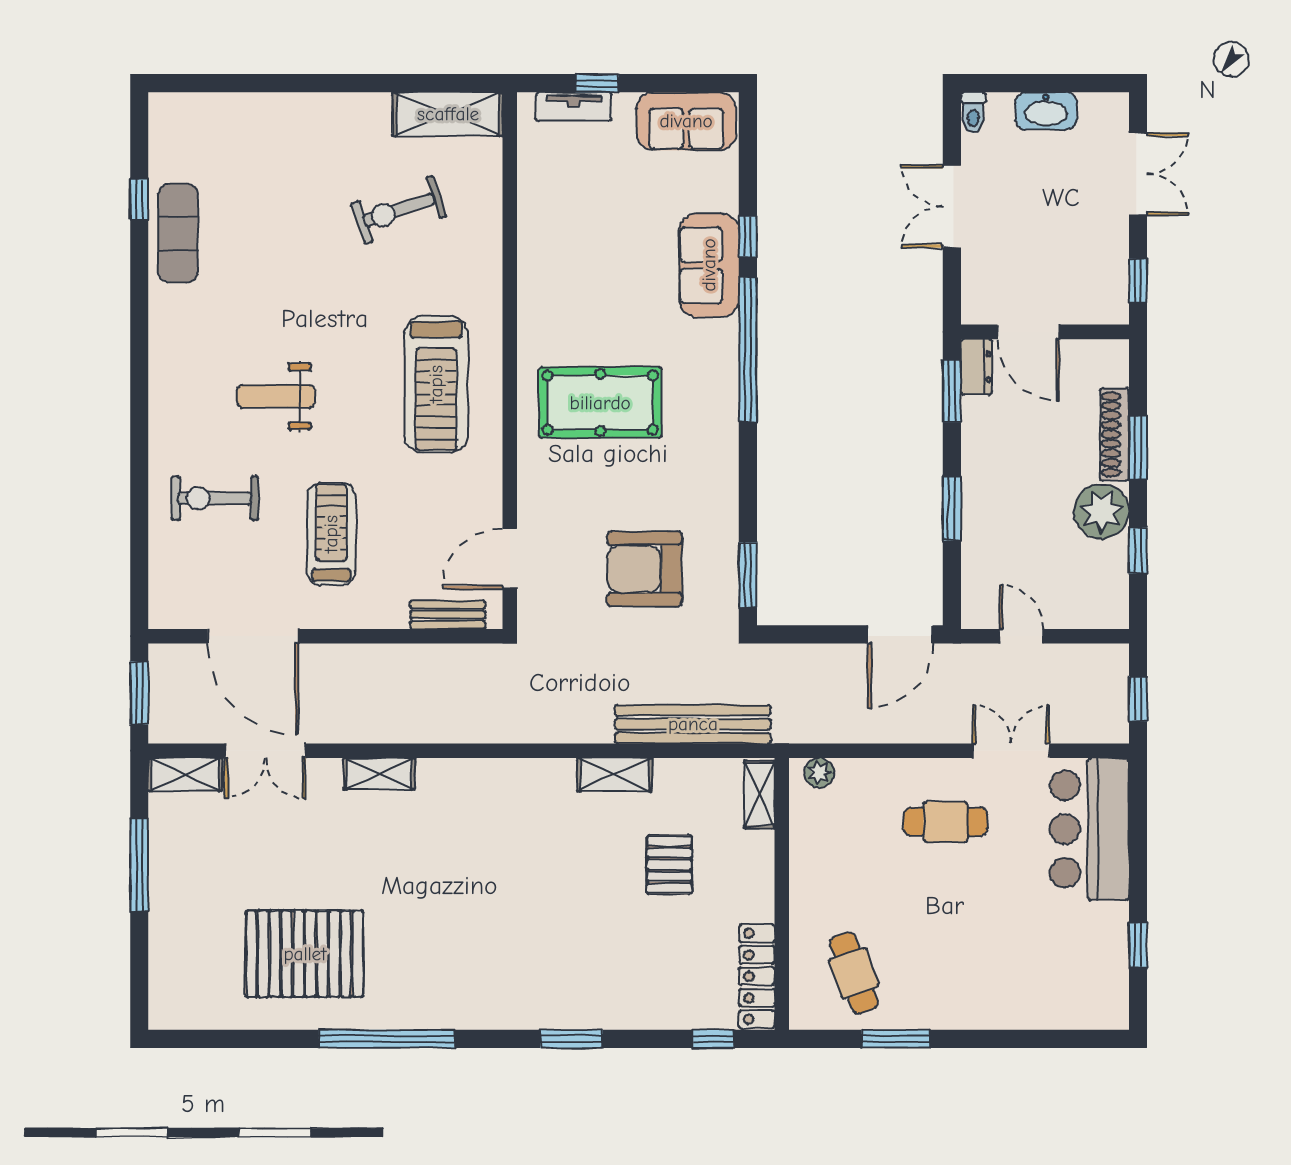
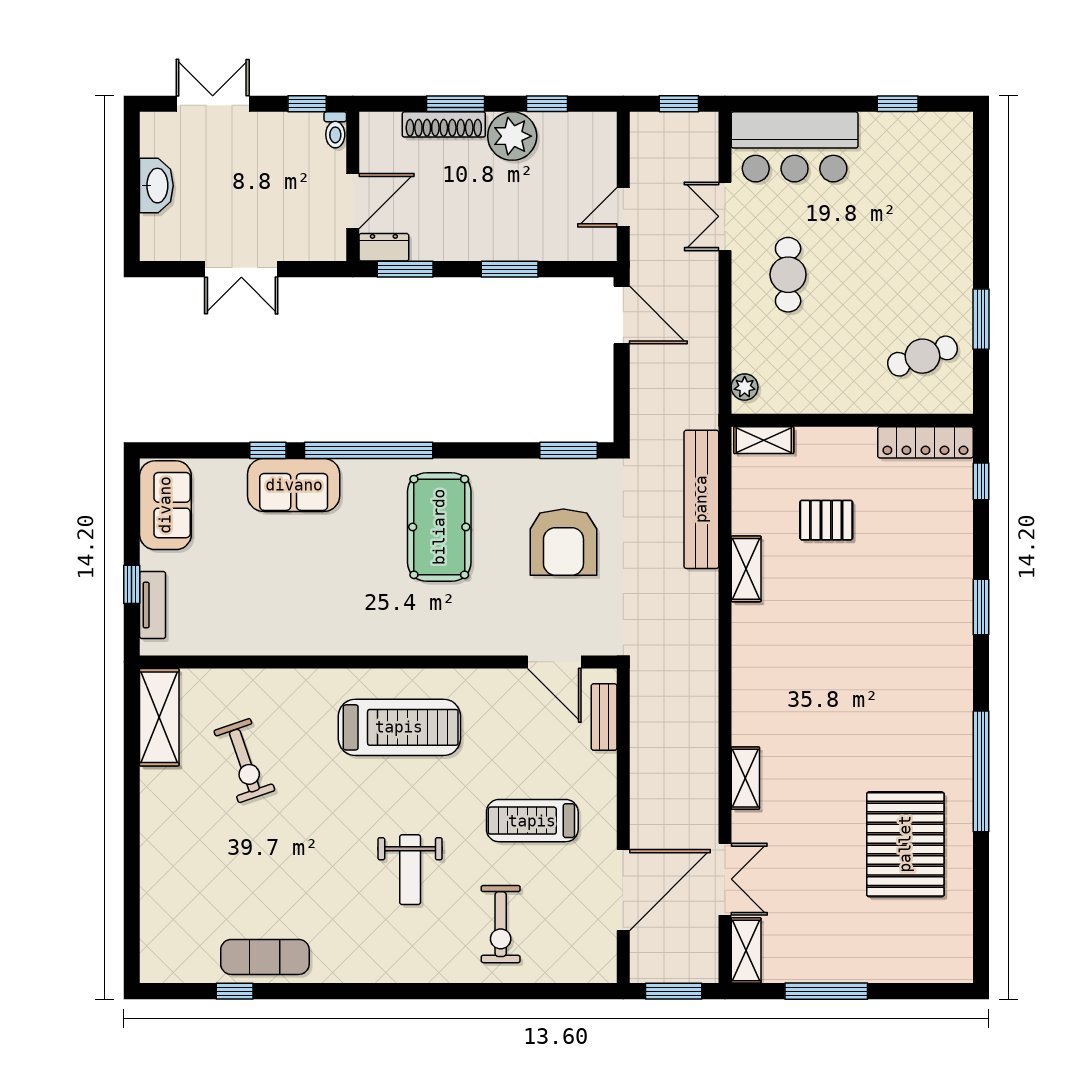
toilet: (973, 112) -> (335, 130), moved, turned 90
pool table: (600, 403) -> (439, 527), moved

